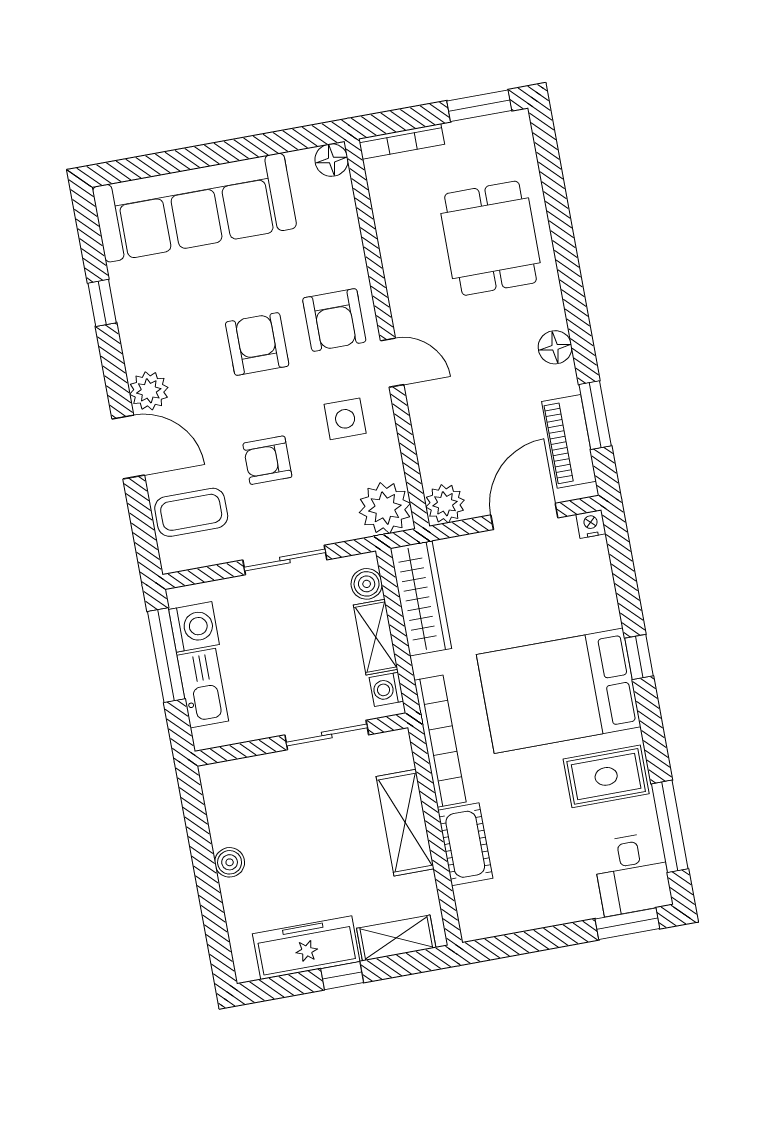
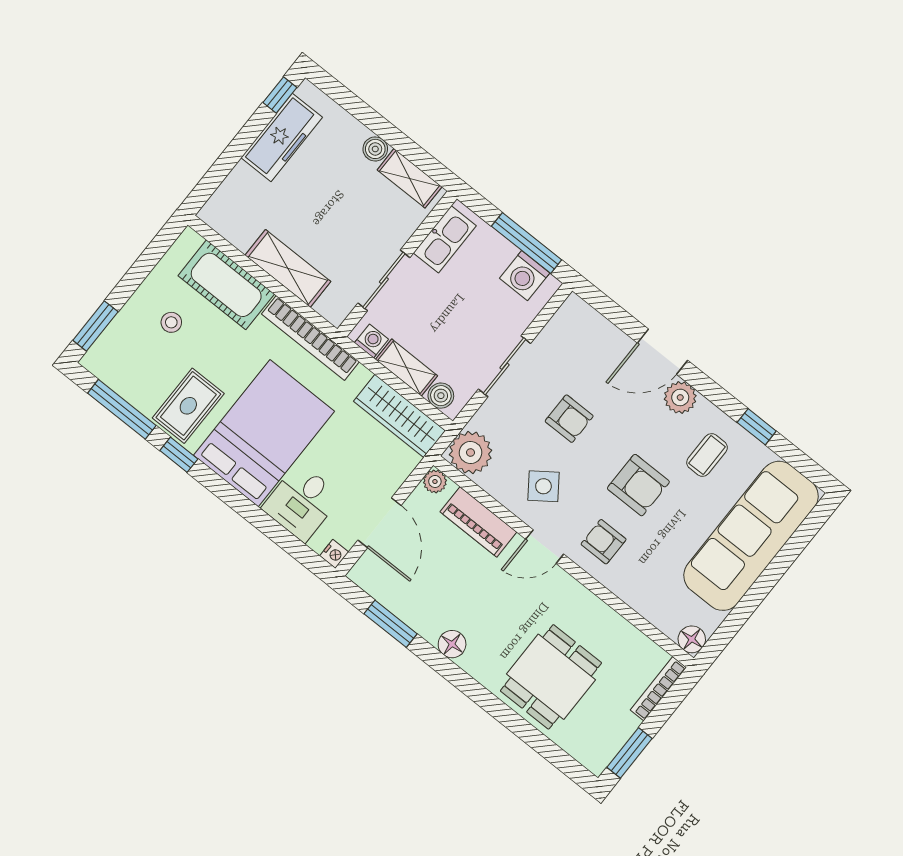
dining table: (490, 238) -> (551, 677), turned 90
armchair: (334, 320) -> (604, 542), width x0.72, depth x0.72
side table: (345, 419) -> (543, 486), turned -36
piano: (569, 441) -> (478, 522), moved, turned 180
armchair: (267, 460) -> (569, 419), turned 90
plant: (445, 504) -> (435, 481), width x0.73, depth x0.73
coffee table: (191, 512) -> (707, 455), moved, width x0.73, depth x0.77
window: (639, 657) -> (179, 455), moved
kitchen sink: (203, 688) -> (445, 239), moved, turned -90
cot: (465, 844) -> (226, 285), width x1.37, depth x1.34
stool: (555, 866) -> (171, 322), added
desk: (632, 874) -> (302, 502), moved, turned -90
shelving: (396, 938) -> (410, 178), moved, turned 90
window: (342, 976) -> (280, 95), moved

